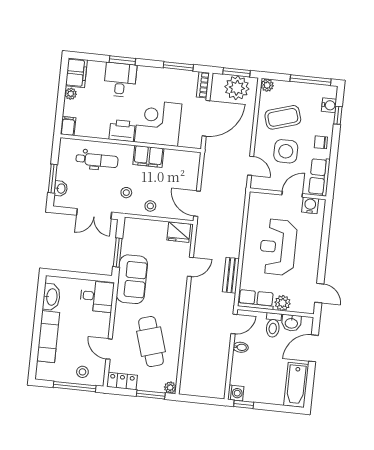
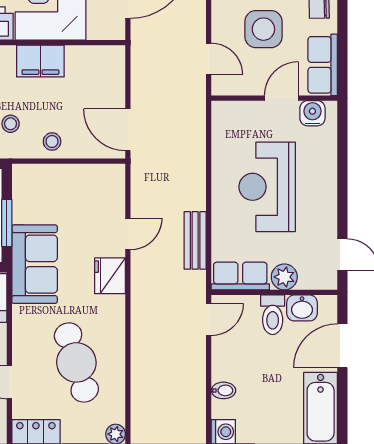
fridge: (179, 232) -> (110, 276), moved, turned 90
bidet: (241, 347) -> (223, 390), moved

